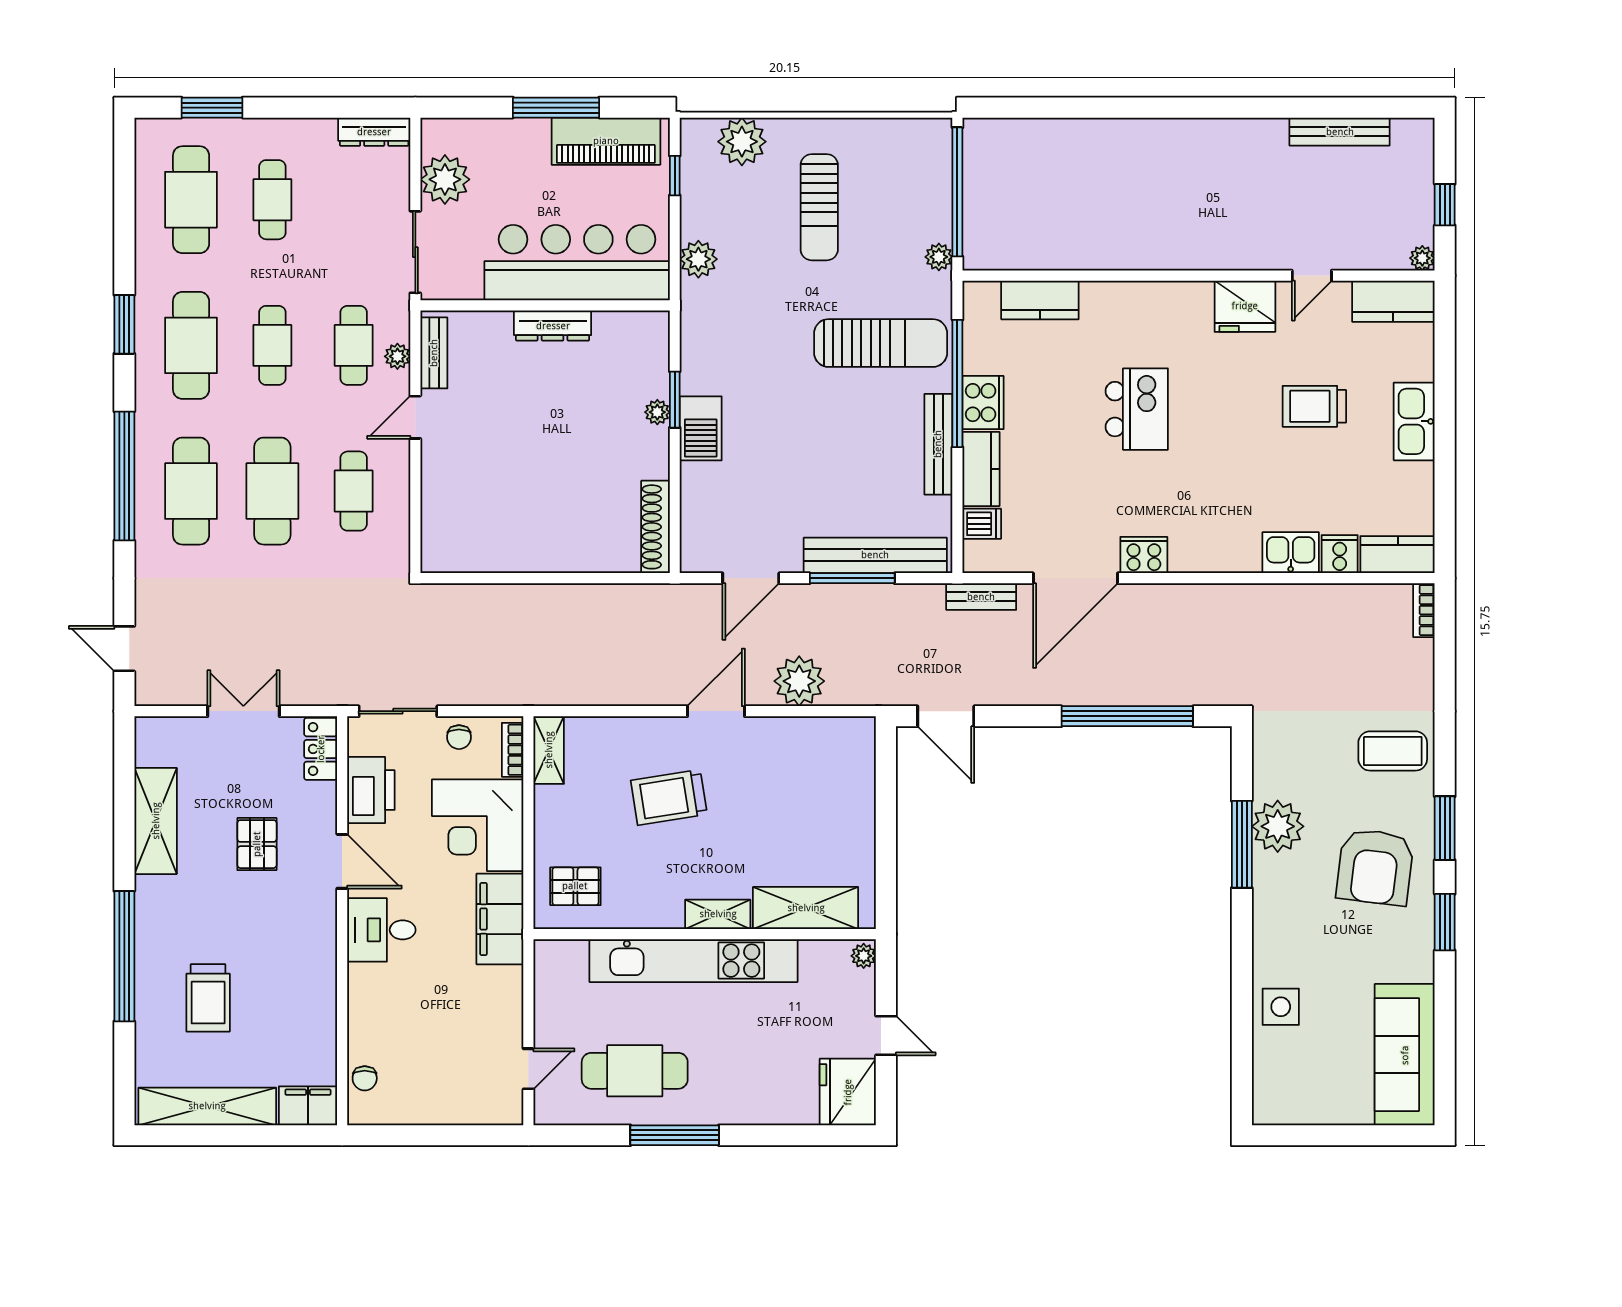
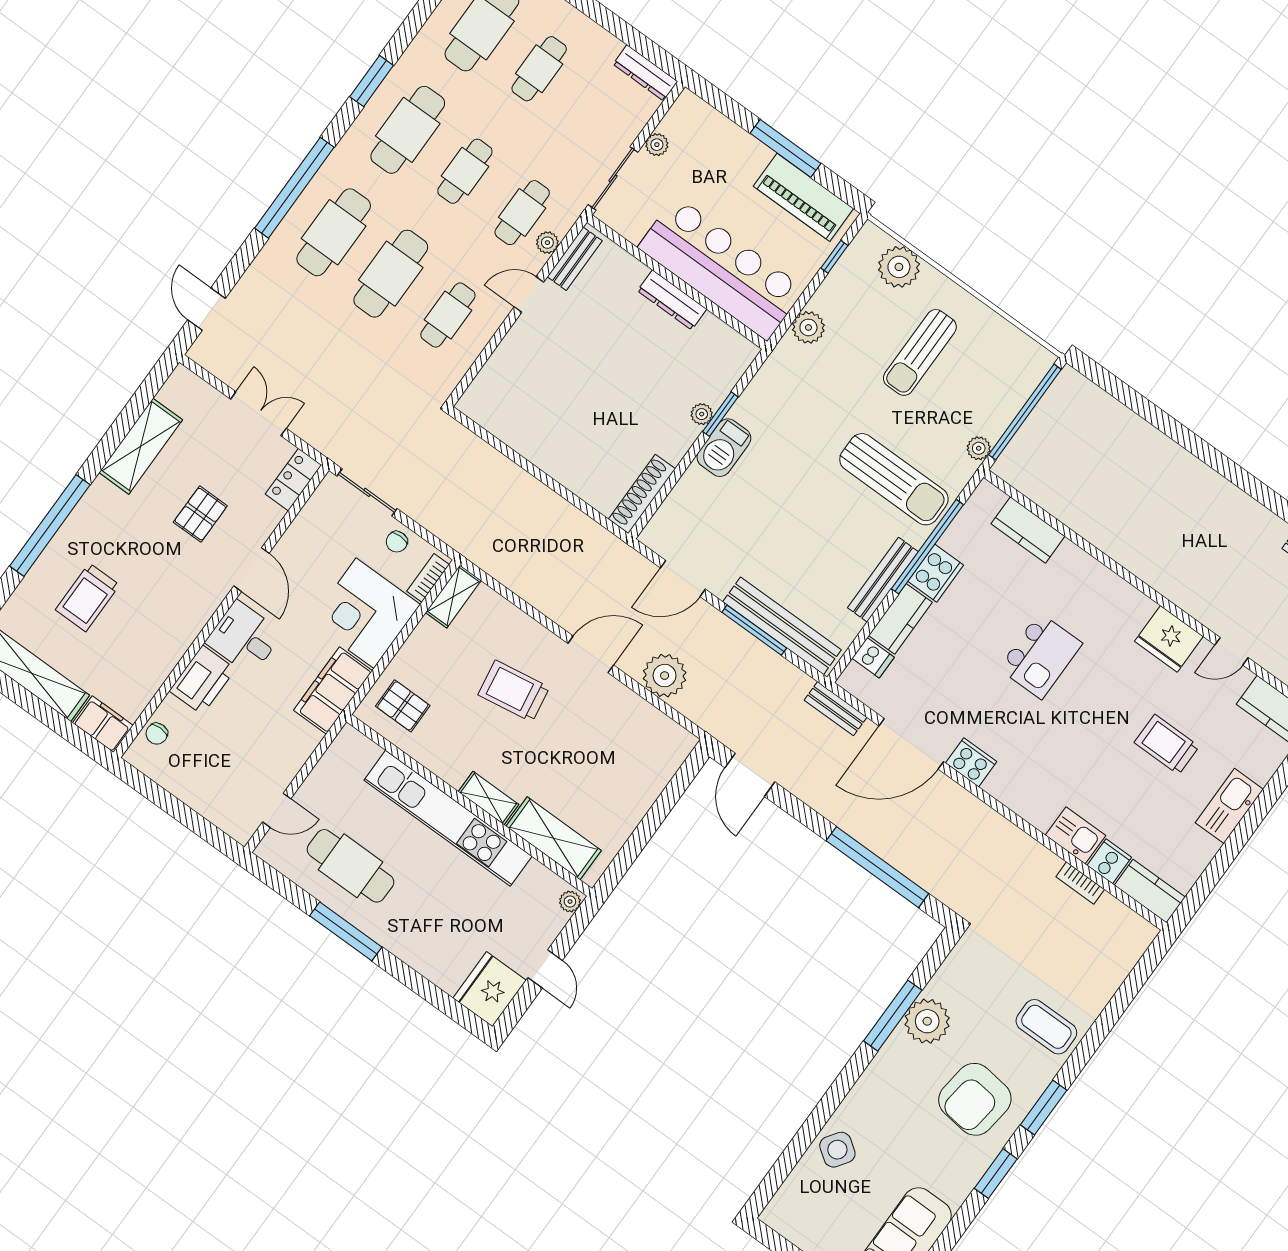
plant: (445, 179) -> (657, 145), width x0.53, depth x0.53
bookcase: (1424, 610) -> (1080, 883), moved, turned -90
printer: (371, 790) -> (202, 680), moved
side table: (1281, 1007) -> (837, 1150), turned 35

